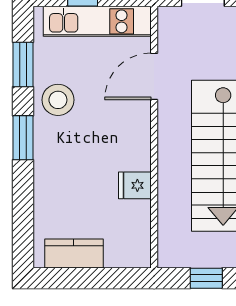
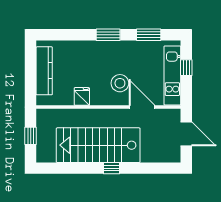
stool: (58, 100) -> (120, 83), moved
kitchen counter: (74, 254) -> (44, 71), width x1.50

